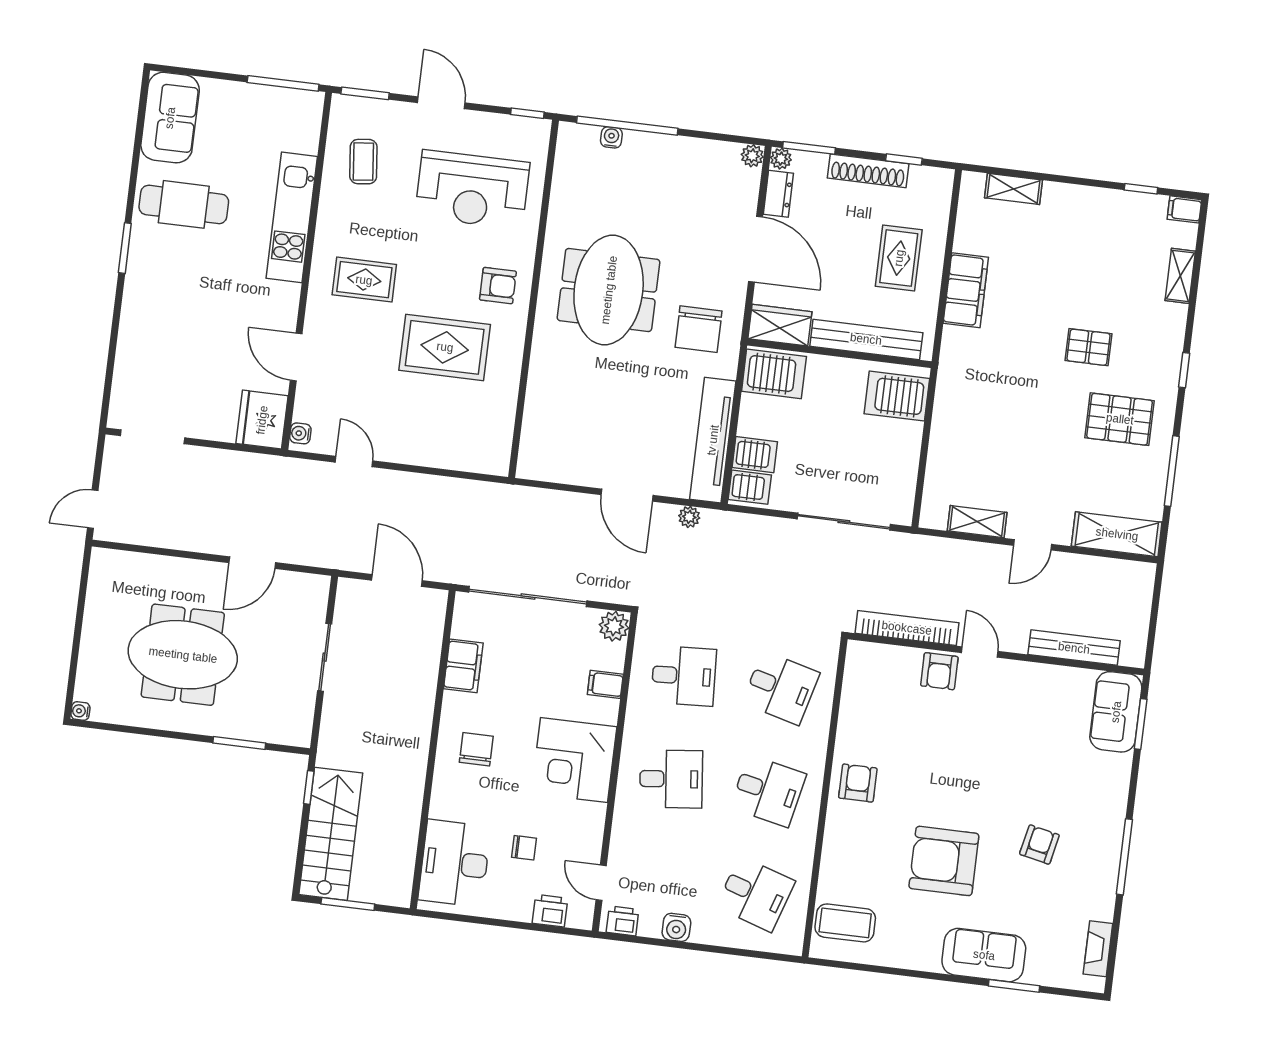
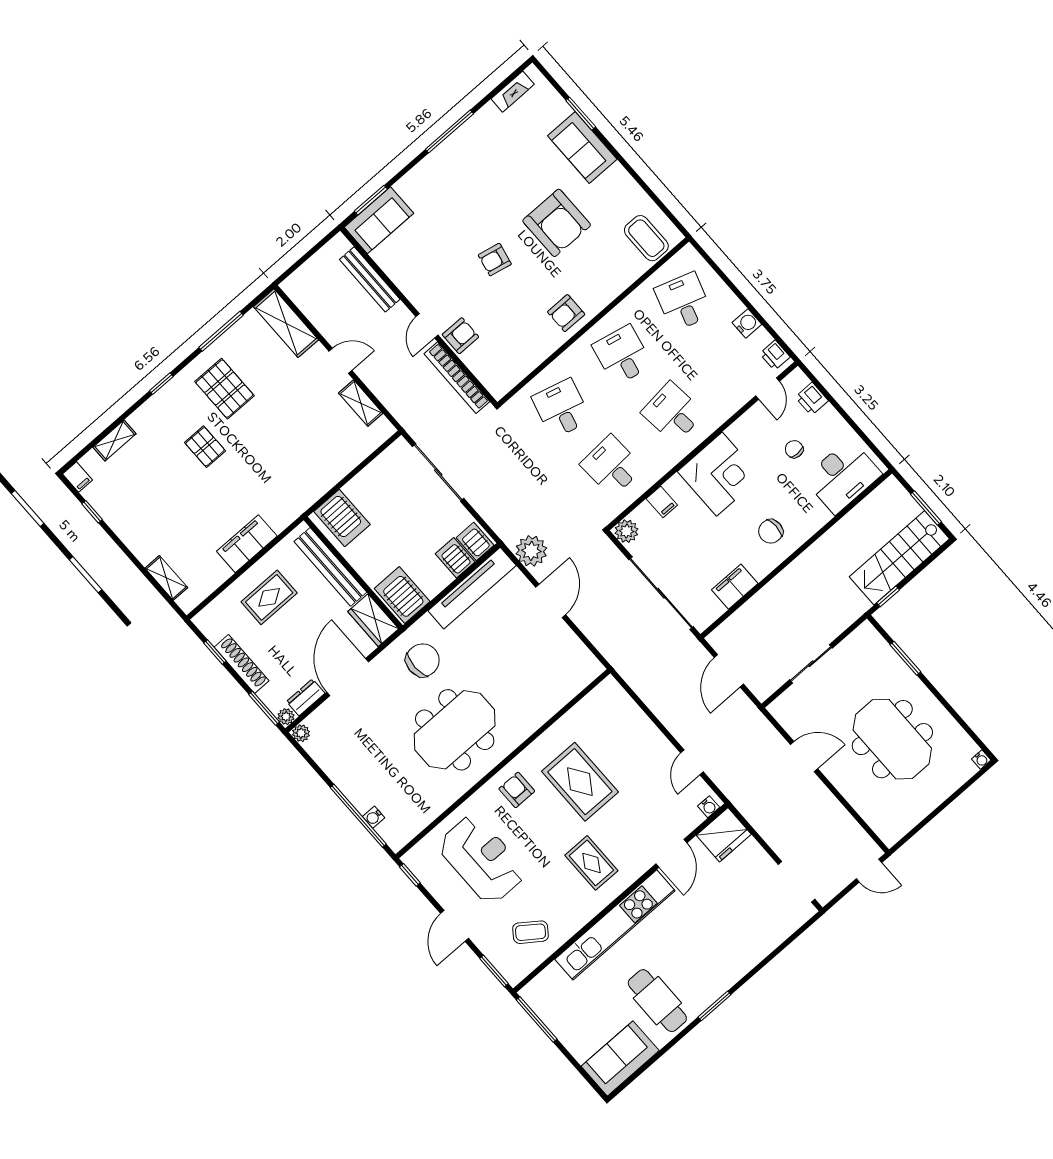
coffee table: (363, 162) -> (531, 932), turned 42
kitchen unit: (292, 217) -> (615, 925), width x1.36
plant: (689, 517) -> (531, 551), width x1.88, depth x1.88
armchair: (1039, 845) -> (495, 260), moved

